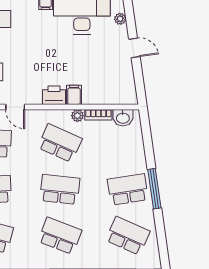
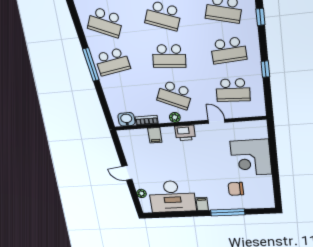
filing cabinet: (74, 95) -> (155, 135), moved
plant: (77, 116) -> (175, 117), moved

